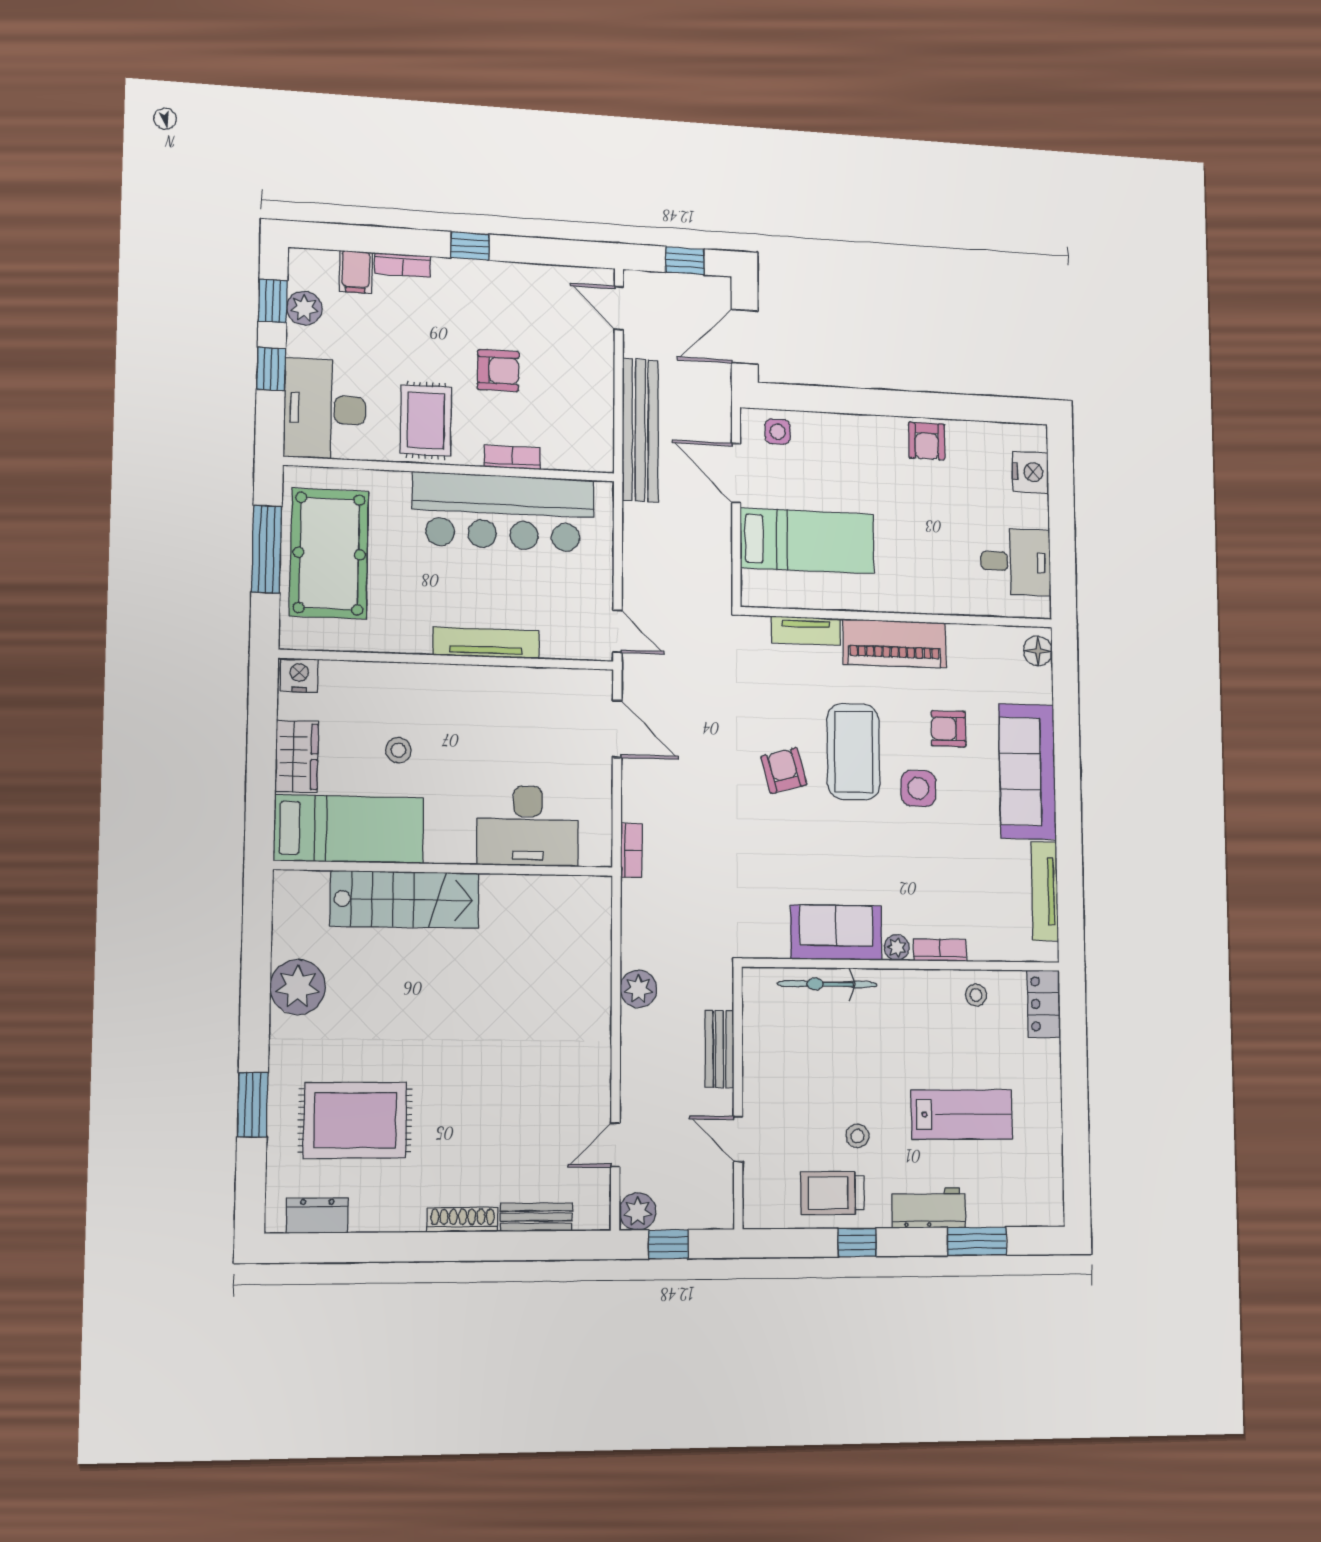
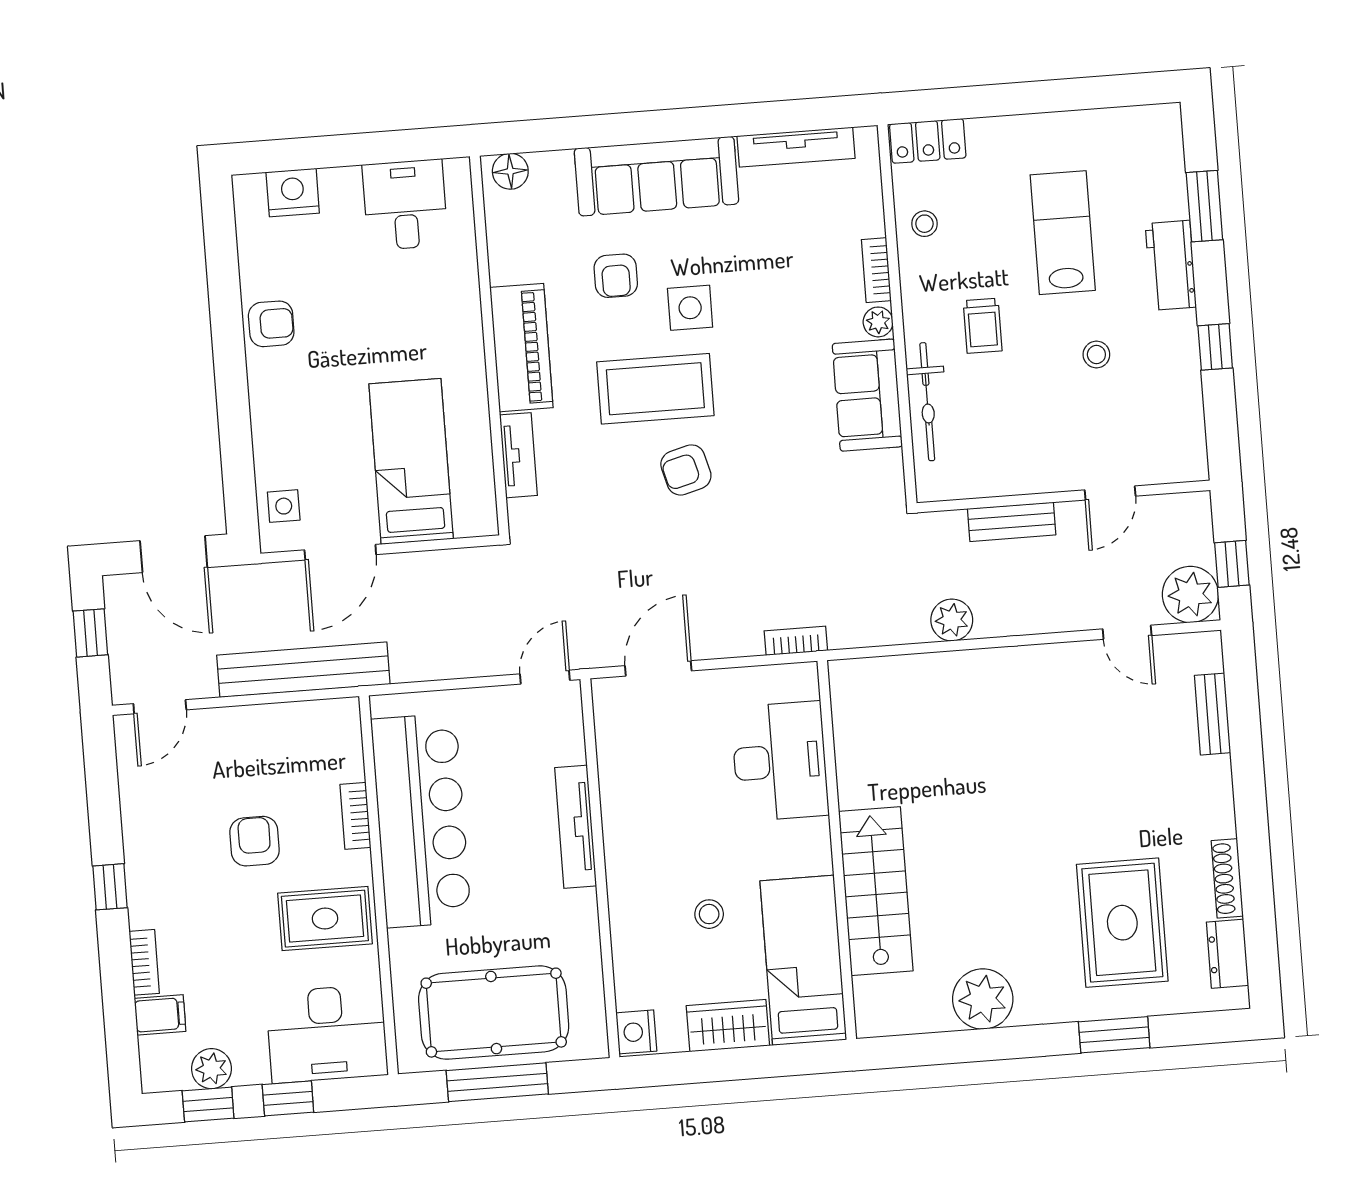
trolley: (832, 1193) -> (983, 326), moved, width x0.73, depth x0.72
plant: (638, 1211) -> (1190, 594), width x1.36, depth x1.36
shoe rack: (462, 1220) -> (1227, 878), moved

